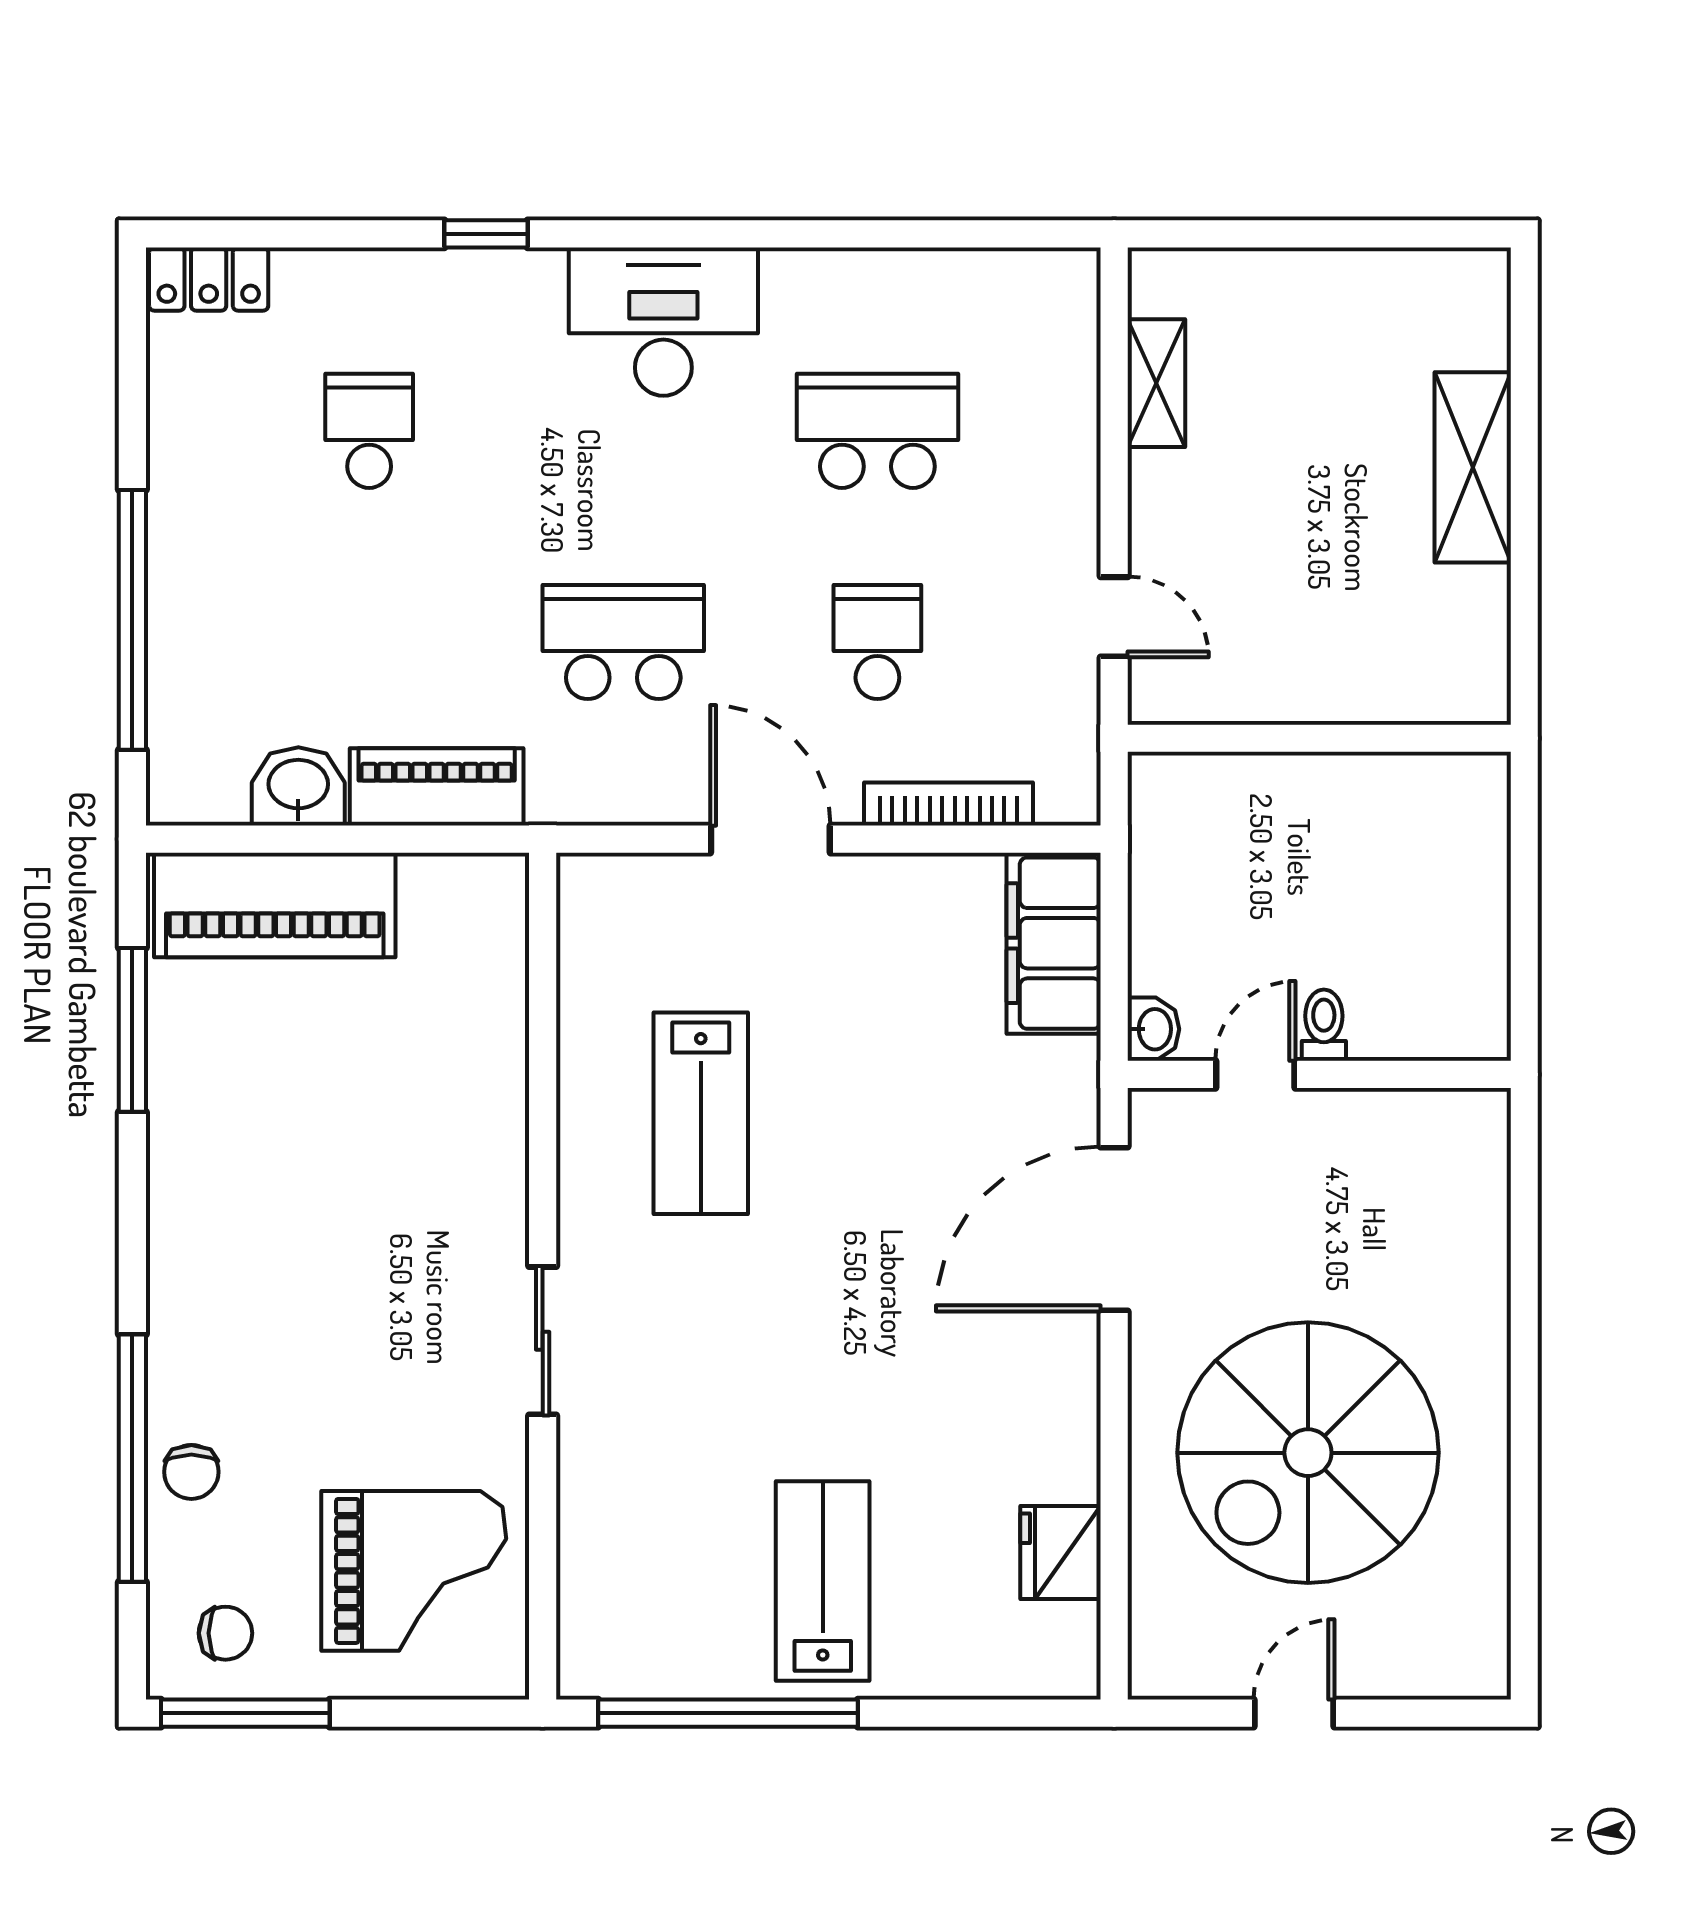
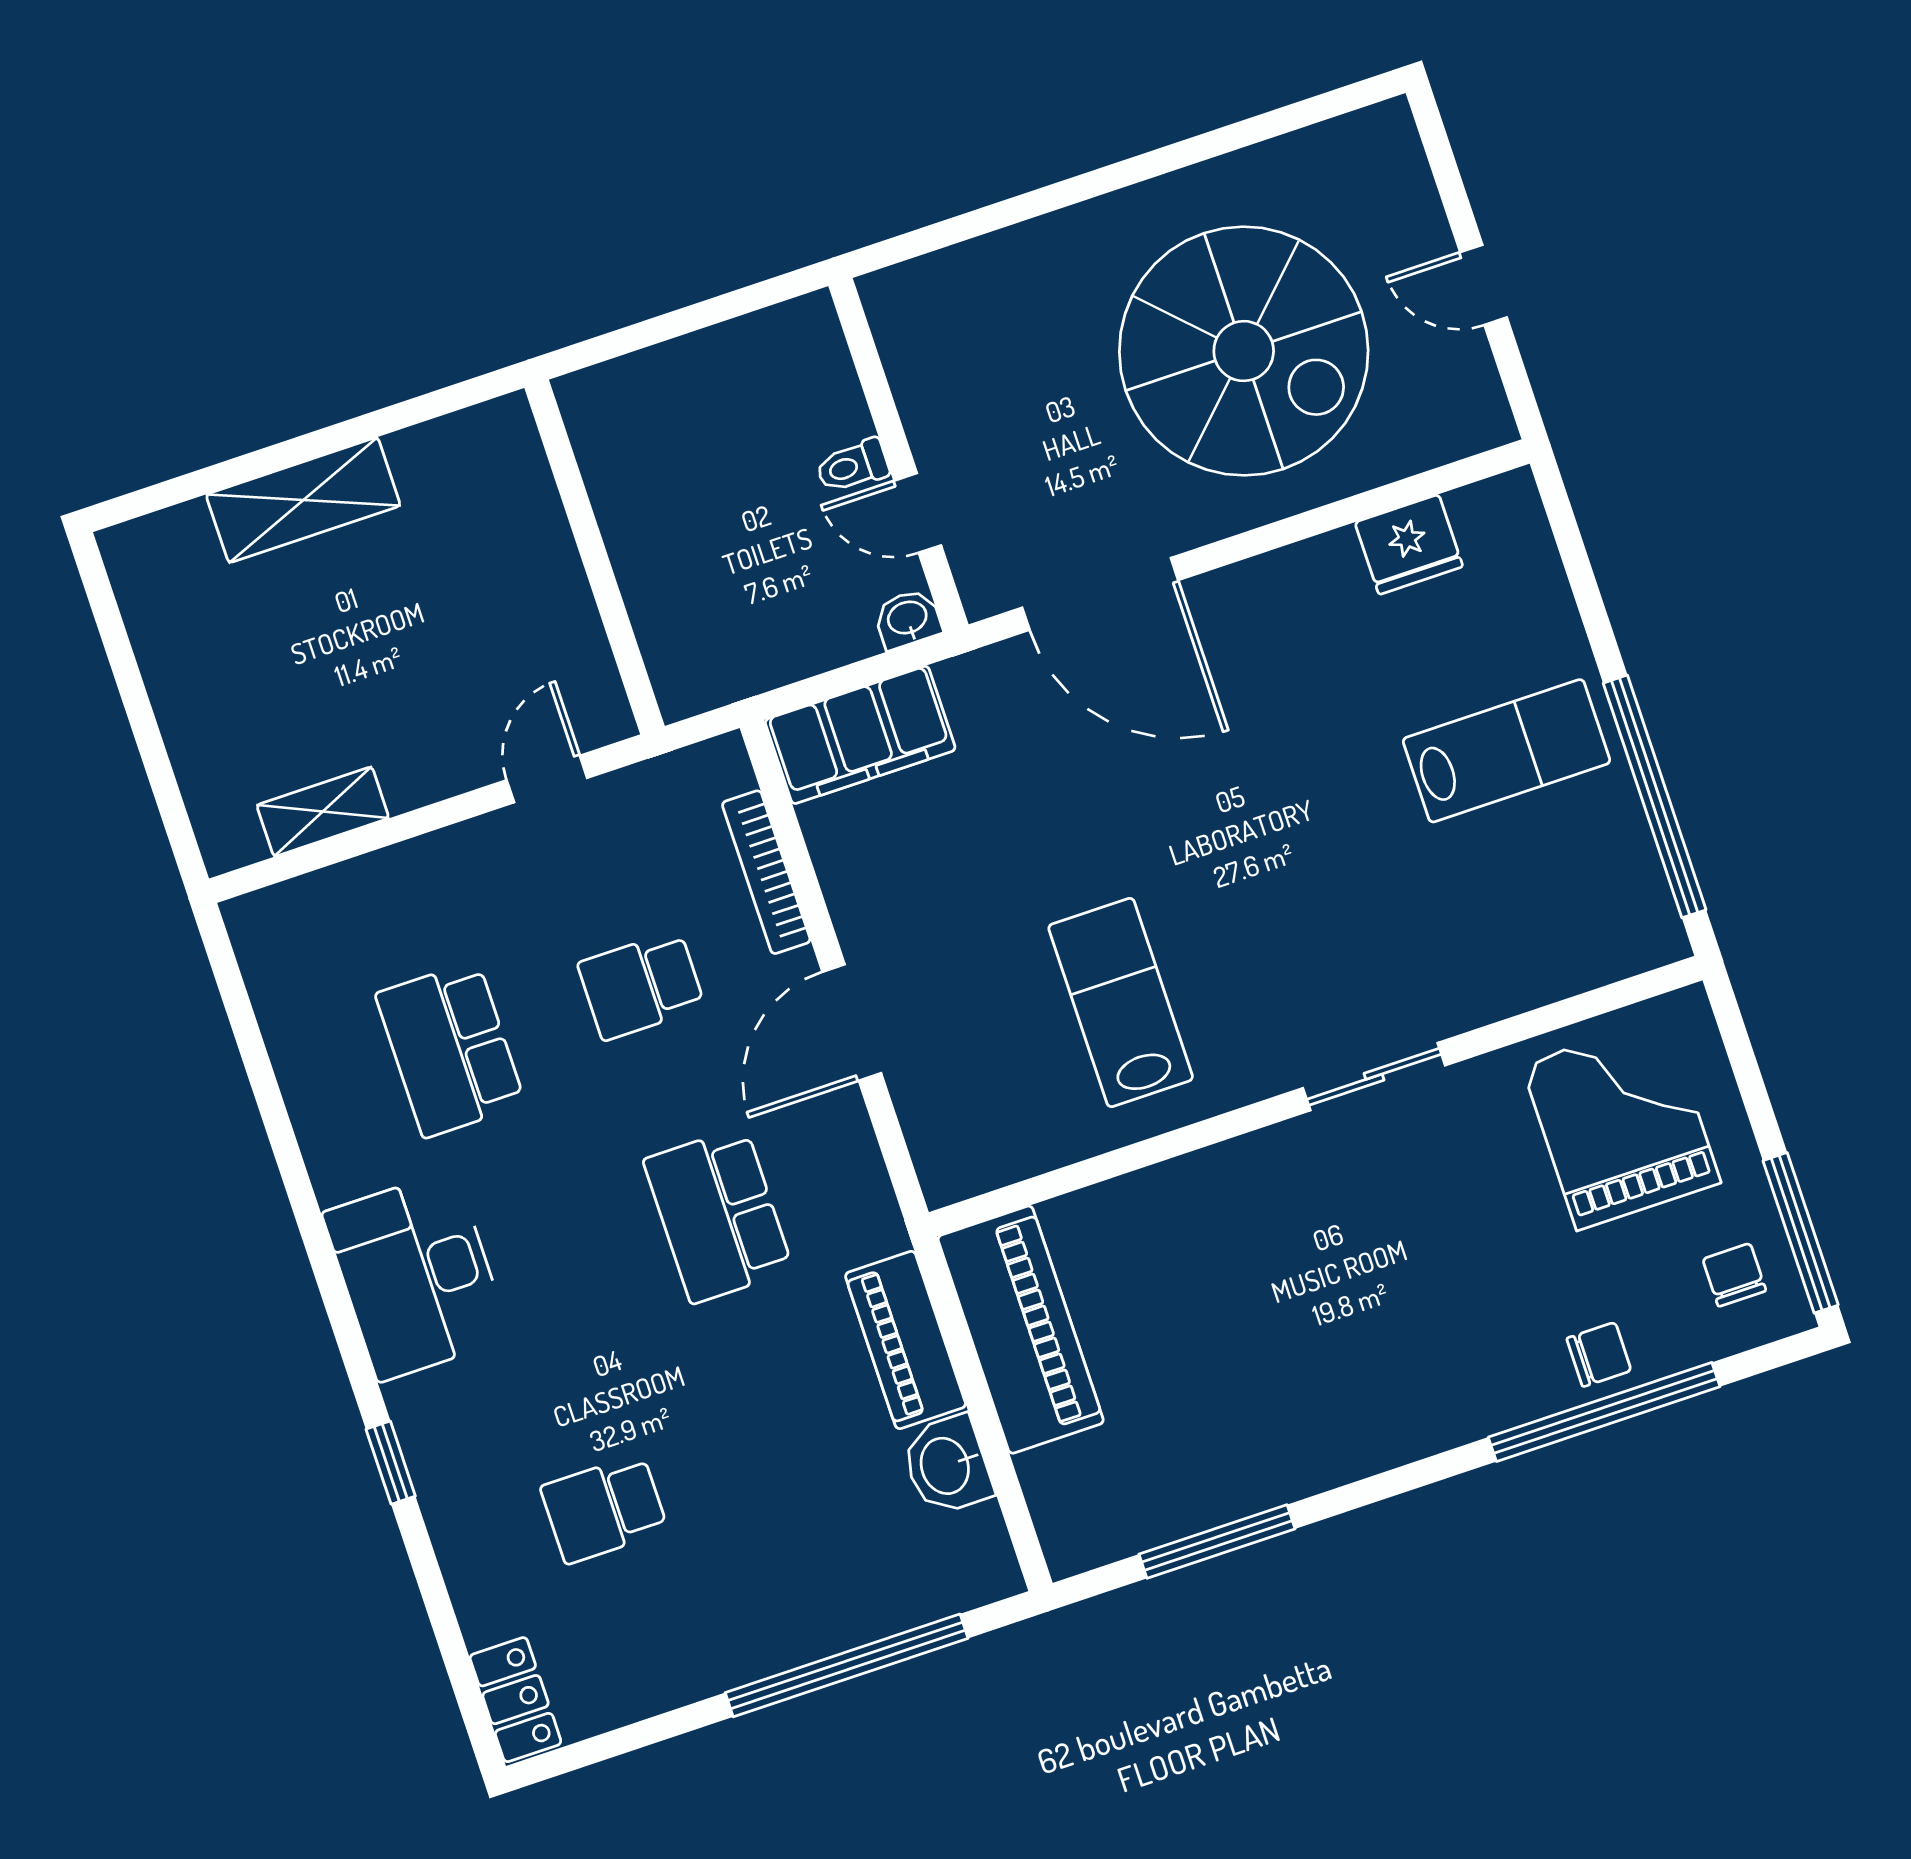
piano: (275, 905) -> (1021, 1330), moved
lab bench: (701, 1113) -> (1121, 1002), turned -90
lab bench: (823, 1581) -> (1506, 751), turned 180

